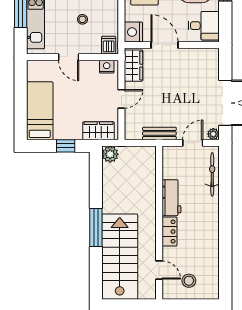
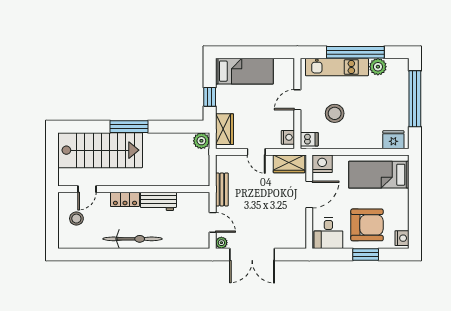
stool: (82, 19) -> (335, 113), width x1.89, depth x1.89
bicycle: (212, 174) -> (133, 239), moved, width x1.37, depth x1.40

